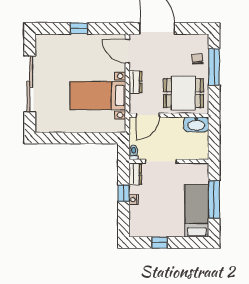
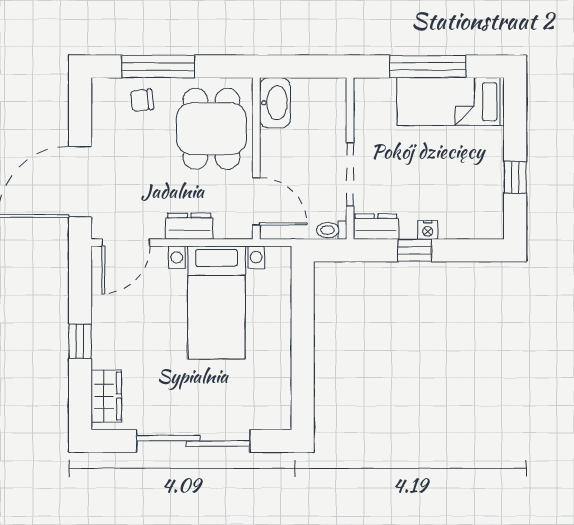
wardrobe: (52, 41) -> (106, 396), added

